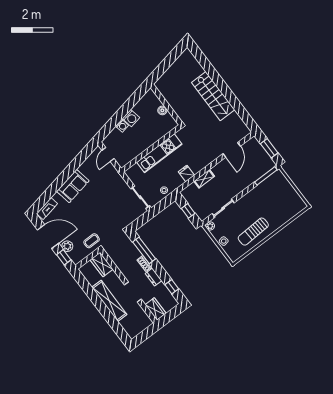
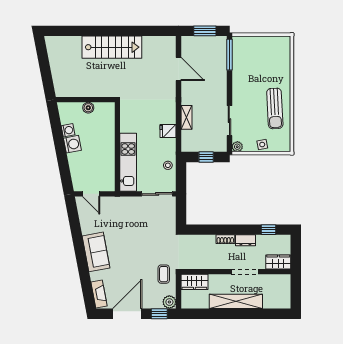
washing machine: (122, 126) -> (68, 130), moved
kitchen unit: (159, 153) -> (128, 162), moved
plant: (67, 246) -> (169, 302), moved
window: (144, 250) -> (212, 230), removed

